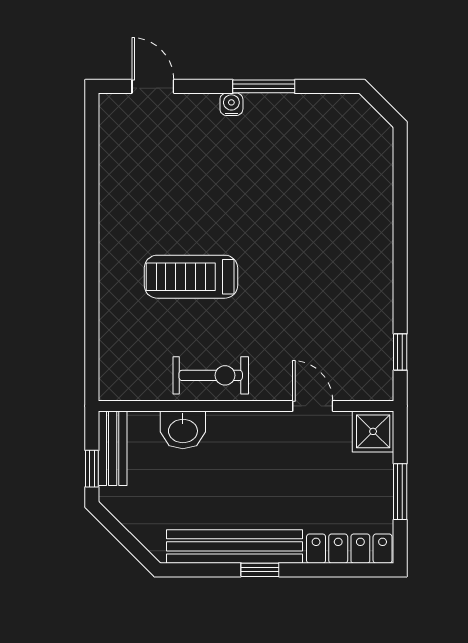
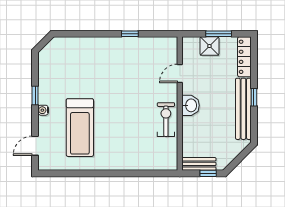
window: (264, 86) -> (35, 95), width x0.67
treadmill: (191, 277) -> (80, 128), moved, width x1.37, depth x1.38
window: (400, 352) -> (130, 34), moved
washbasin: (183, 430) -> (191, 105), moved
shower: (373, 431) -> (209, 46), moved

